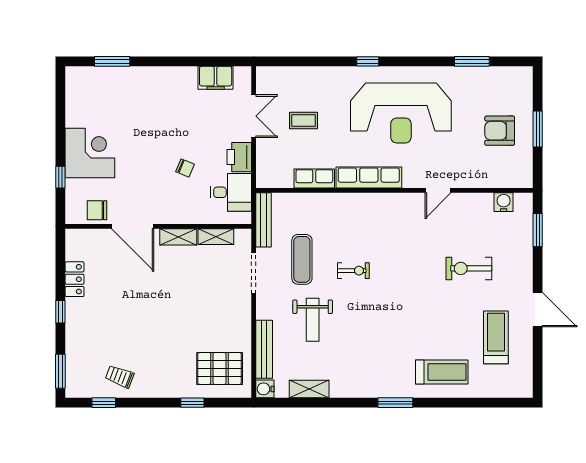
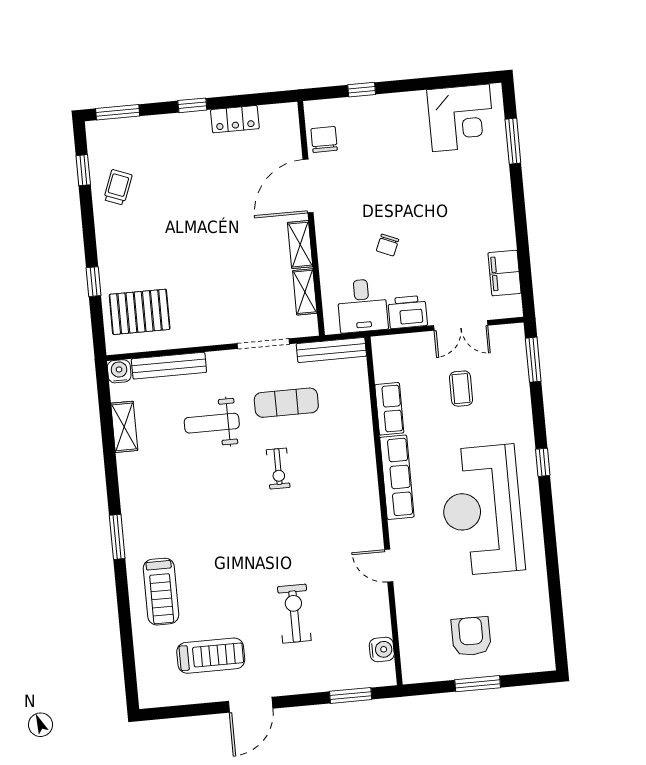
window: (472, 61) -> (533, 360), moved
corner desk: (90, 153) -> (461, 118), moved
pallet: (220, 368) -> (140, 312), turned 90

